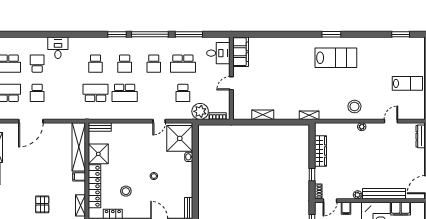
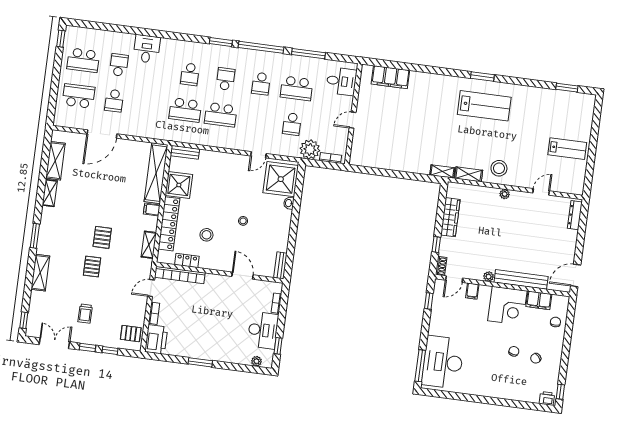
filing cabinet: (241, 52) -> (390, 77), moved, turned 90
school desk: (125, 64) -> (225, 79), turned 180
school desk: (95, 93) -> (185, 110), turned 180
shelving: (263, 115) -> (469, 174), moved

